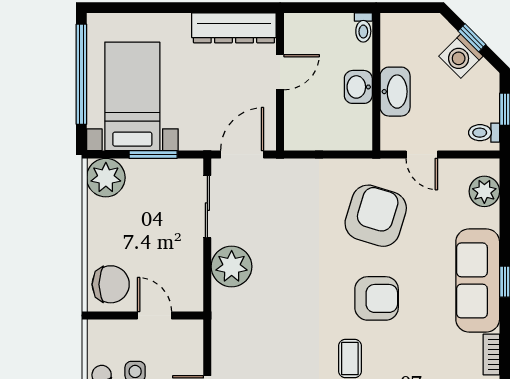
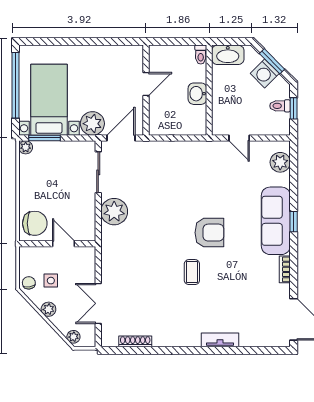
dresser: (234, 28) -> (116, 55), removed
window: (472, 38) -> (272, 61), width x1.50
washbasin: (395, 92) -> (228, 55), moved, turned 90
plant: (198, 132) -> (92, 124), added
toilet: (484, 133) -> (280, 106), moved
window: (153, 154) -> (44, 138), moved
plant: (106, 178) -> (26, 147), width x0.53, depth x0.53
armchair: (376, 216) -> (209, 178), removed

